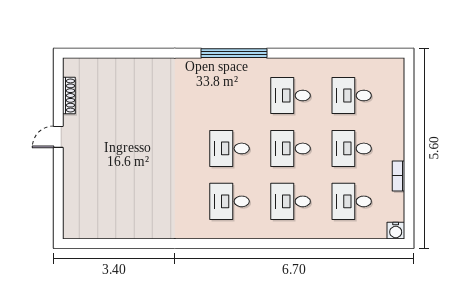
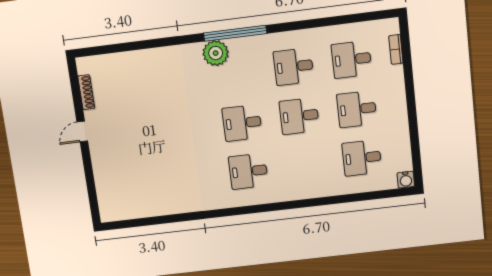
plant: (211, 71) -> (216, 53), added
bookcase: (398, 176) -> (396, 49), moved
desk: (291, 201) -> (305, 165), removed

